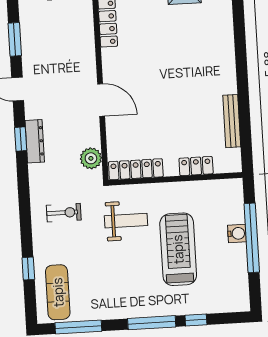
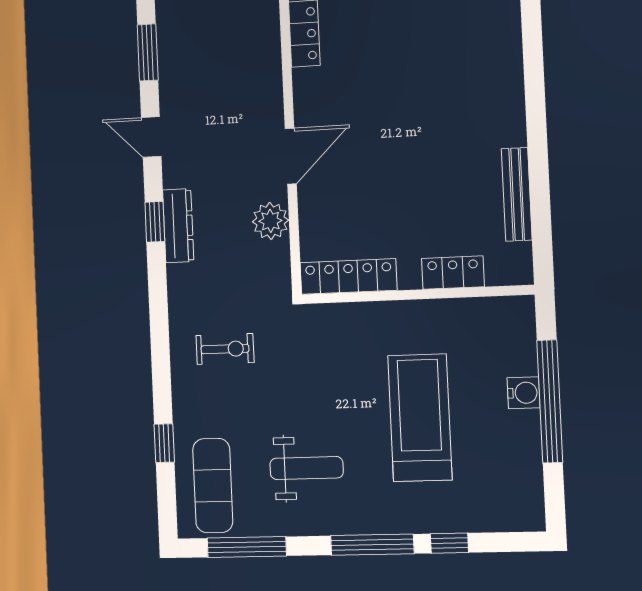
door: (101, 100) -> (291, 156), hinge flipped
plant: (91, 158) -> (270, 221), moved
weight bench: (126, 221) -> (307, 468), moved

